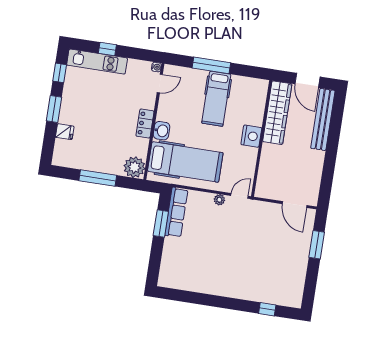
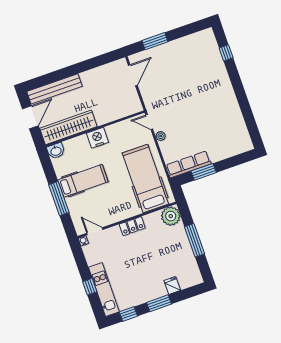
washbasin: (161, 131) -> (56, 151), moved, turned 180

